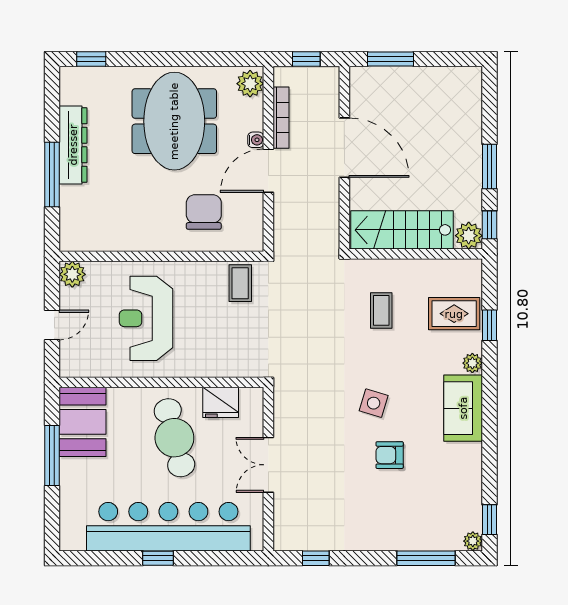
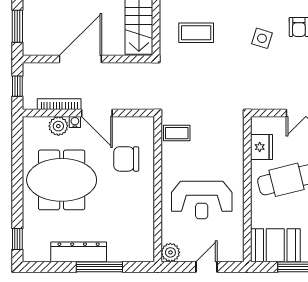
plant: (250, 84) -> (58, 126), moved
coffee table: (381, 310) -> (196, 33), width x1.36, depth x1.30
door: (52, 325) -> (206, 267), hinge flipped

